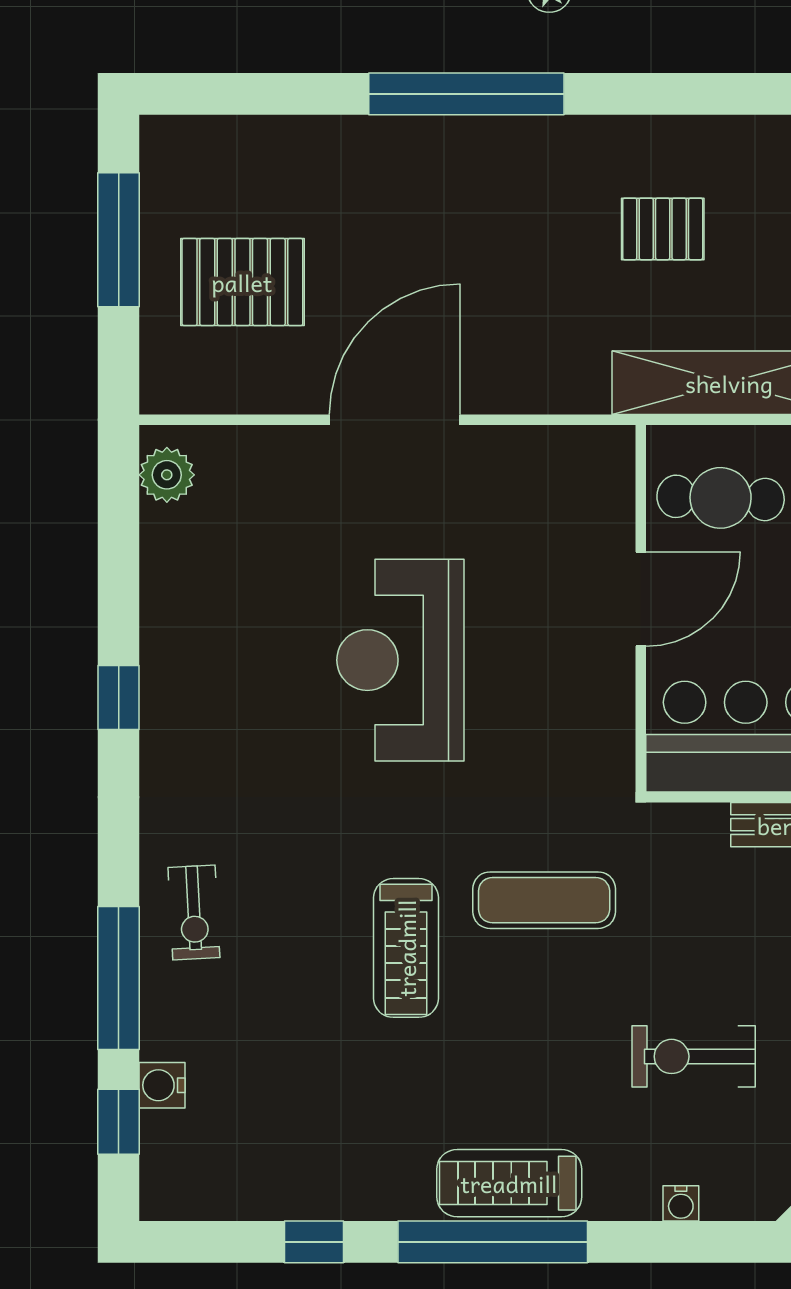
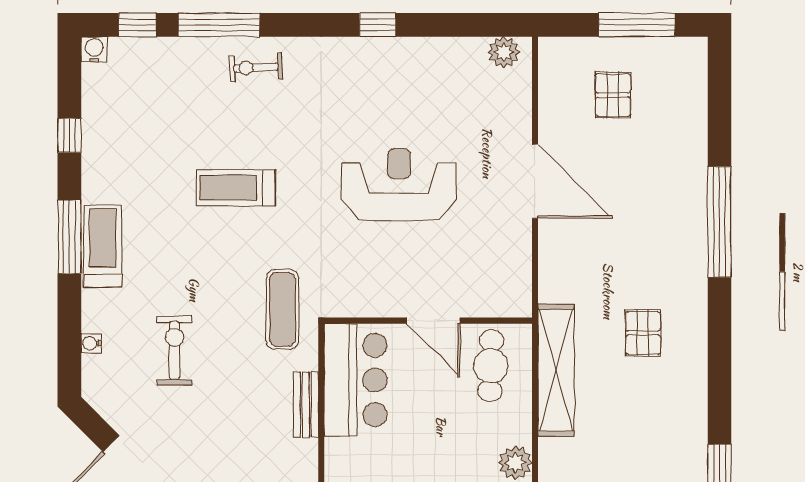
pallet: (242, 282) -> (613, 95), width x0.67, depth x0.71
exercise mat: (544, 900) -> (282, 309), moved
water cooler: (162, 1085) -> (94, 49), moved
window: (493, 1242) -> (69, 237), width x0.68

